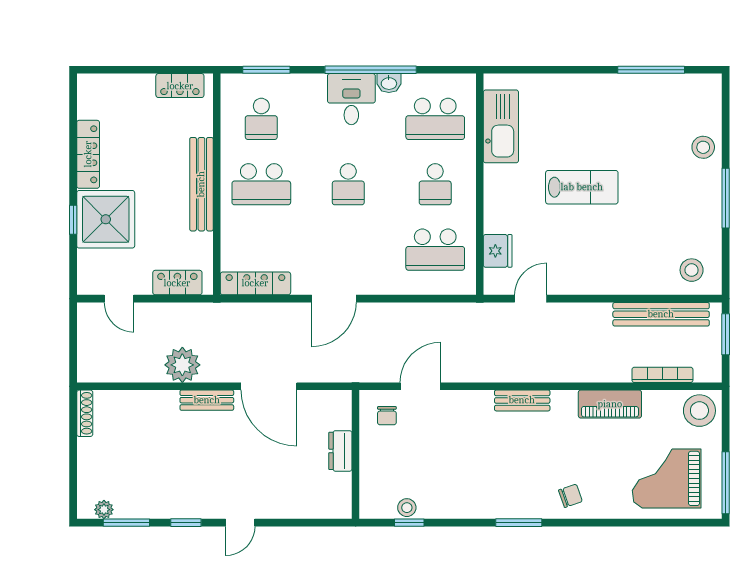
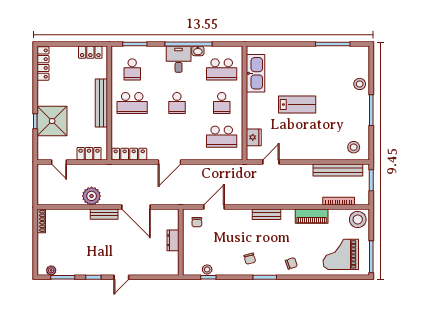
locker: (88, 154) -> (43, 64), moved
chair: (490, 487) -> (250, 259), added

